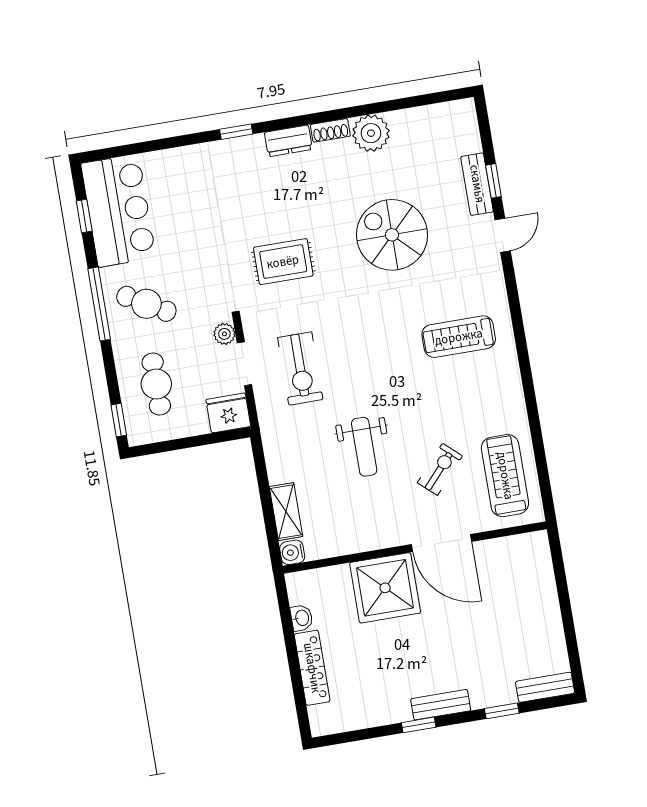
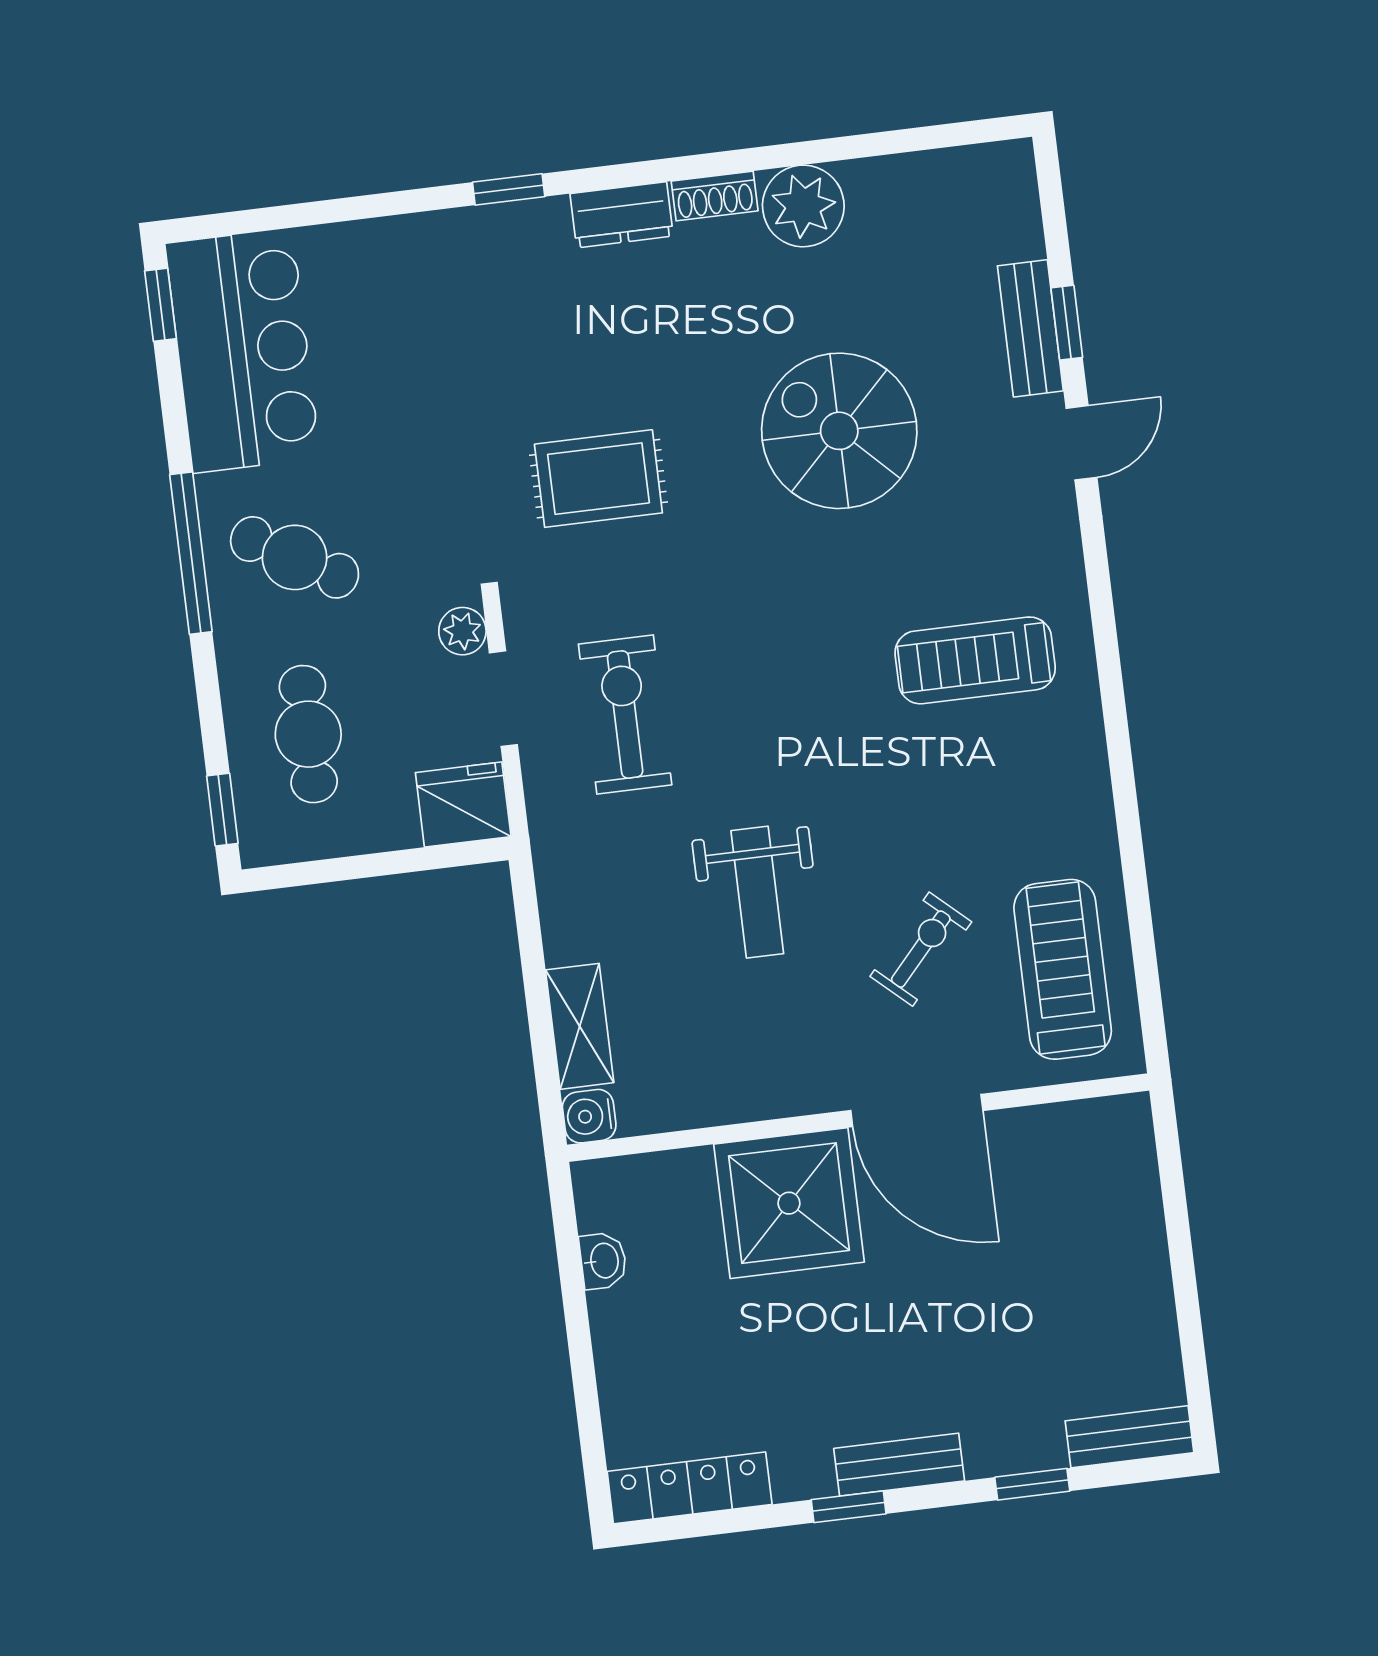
window: (84, 216) -> (160, 305), moved
exercise bike: (300, 369) -> (625, 714), turned 180
locker: (312, 668) -> (690, 1488), moved, turned -90

